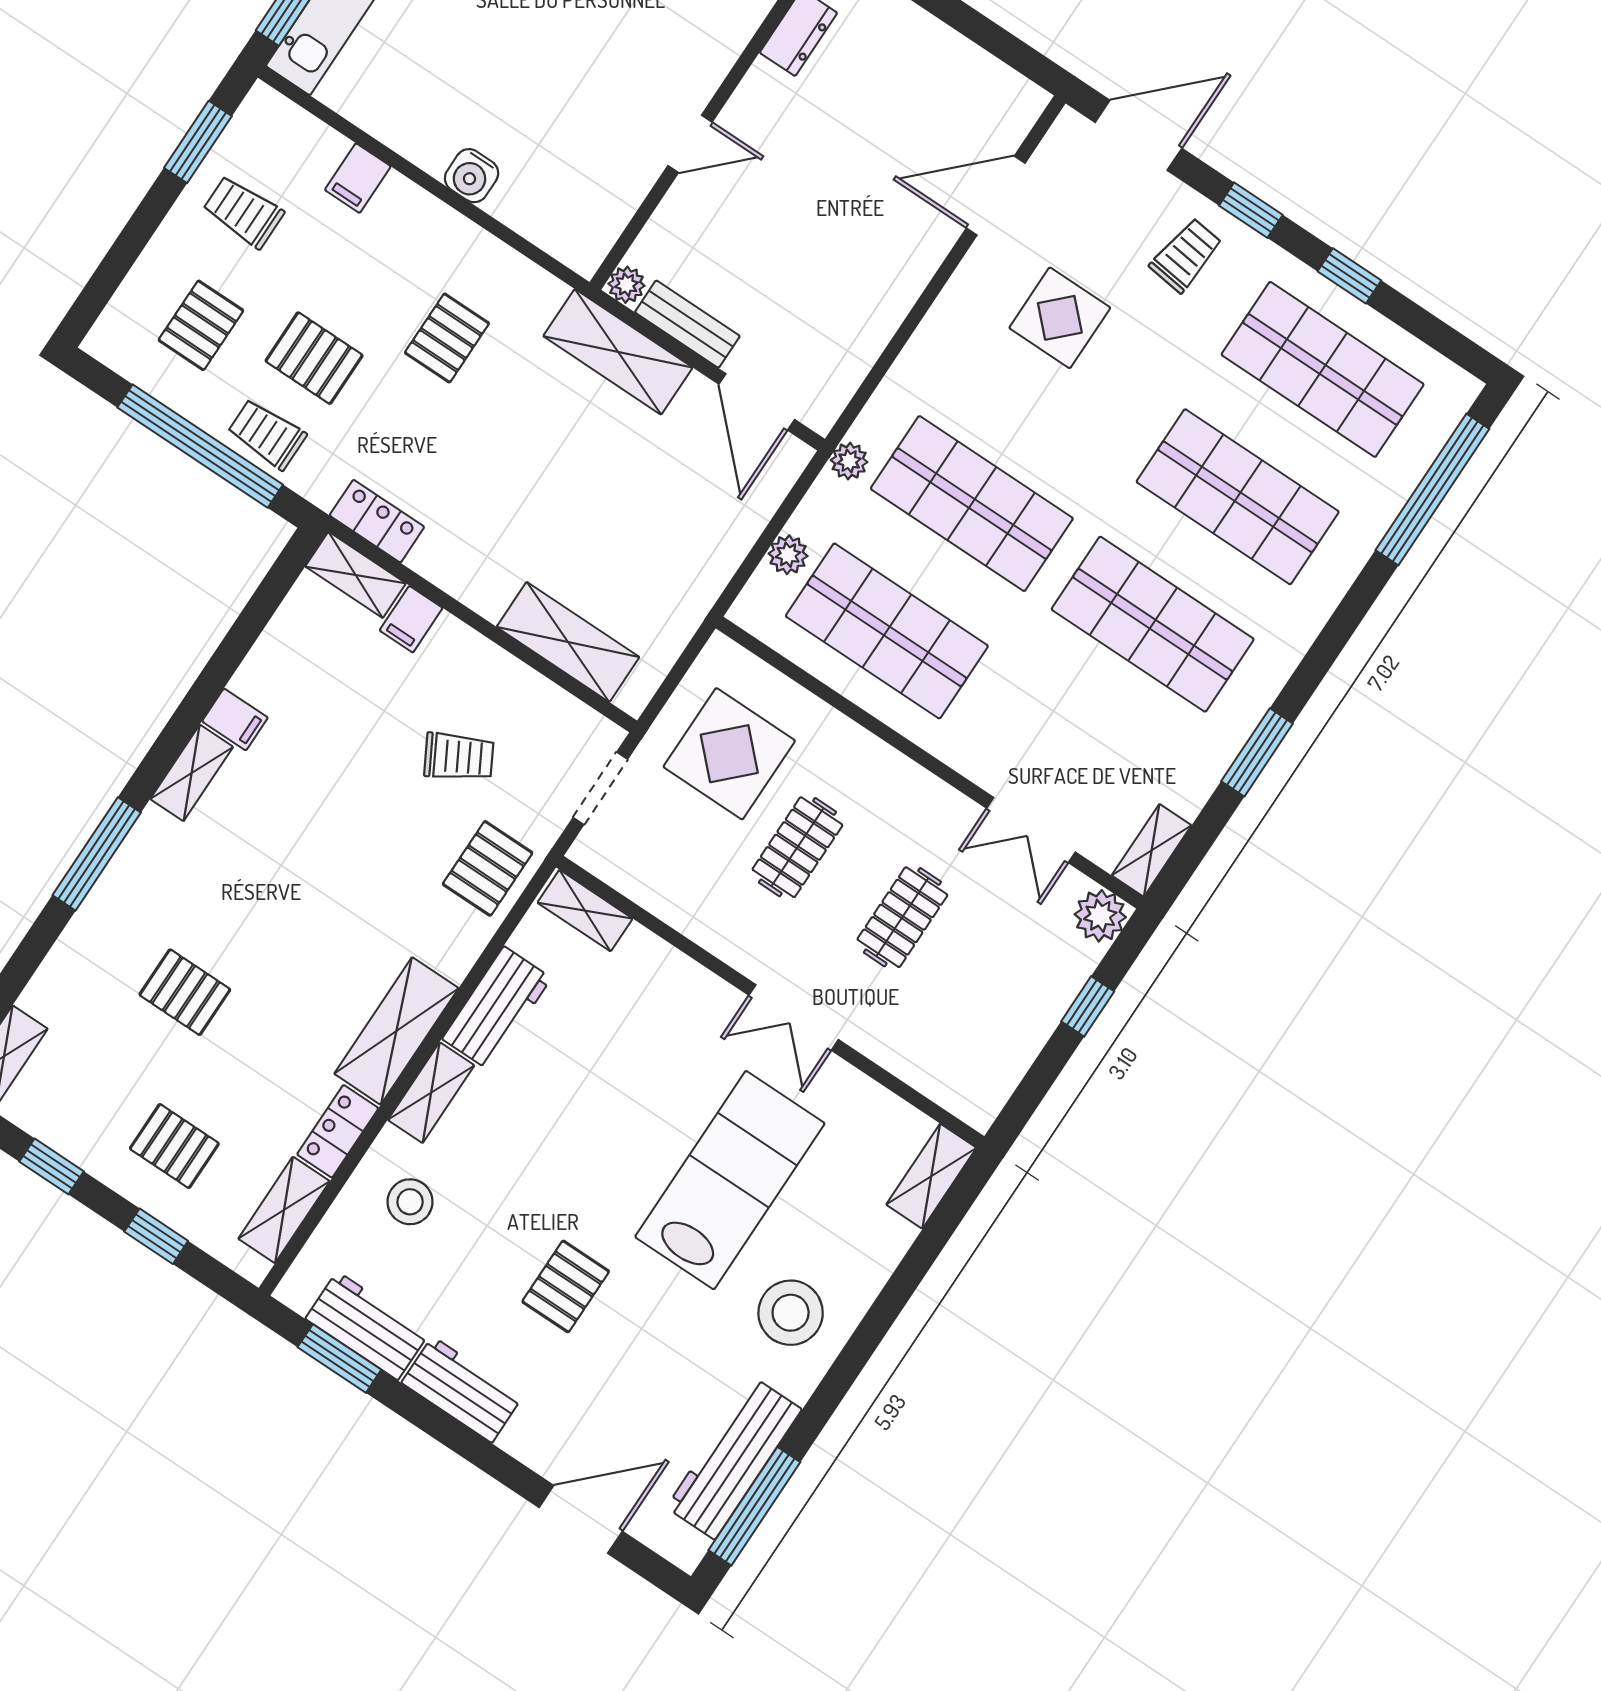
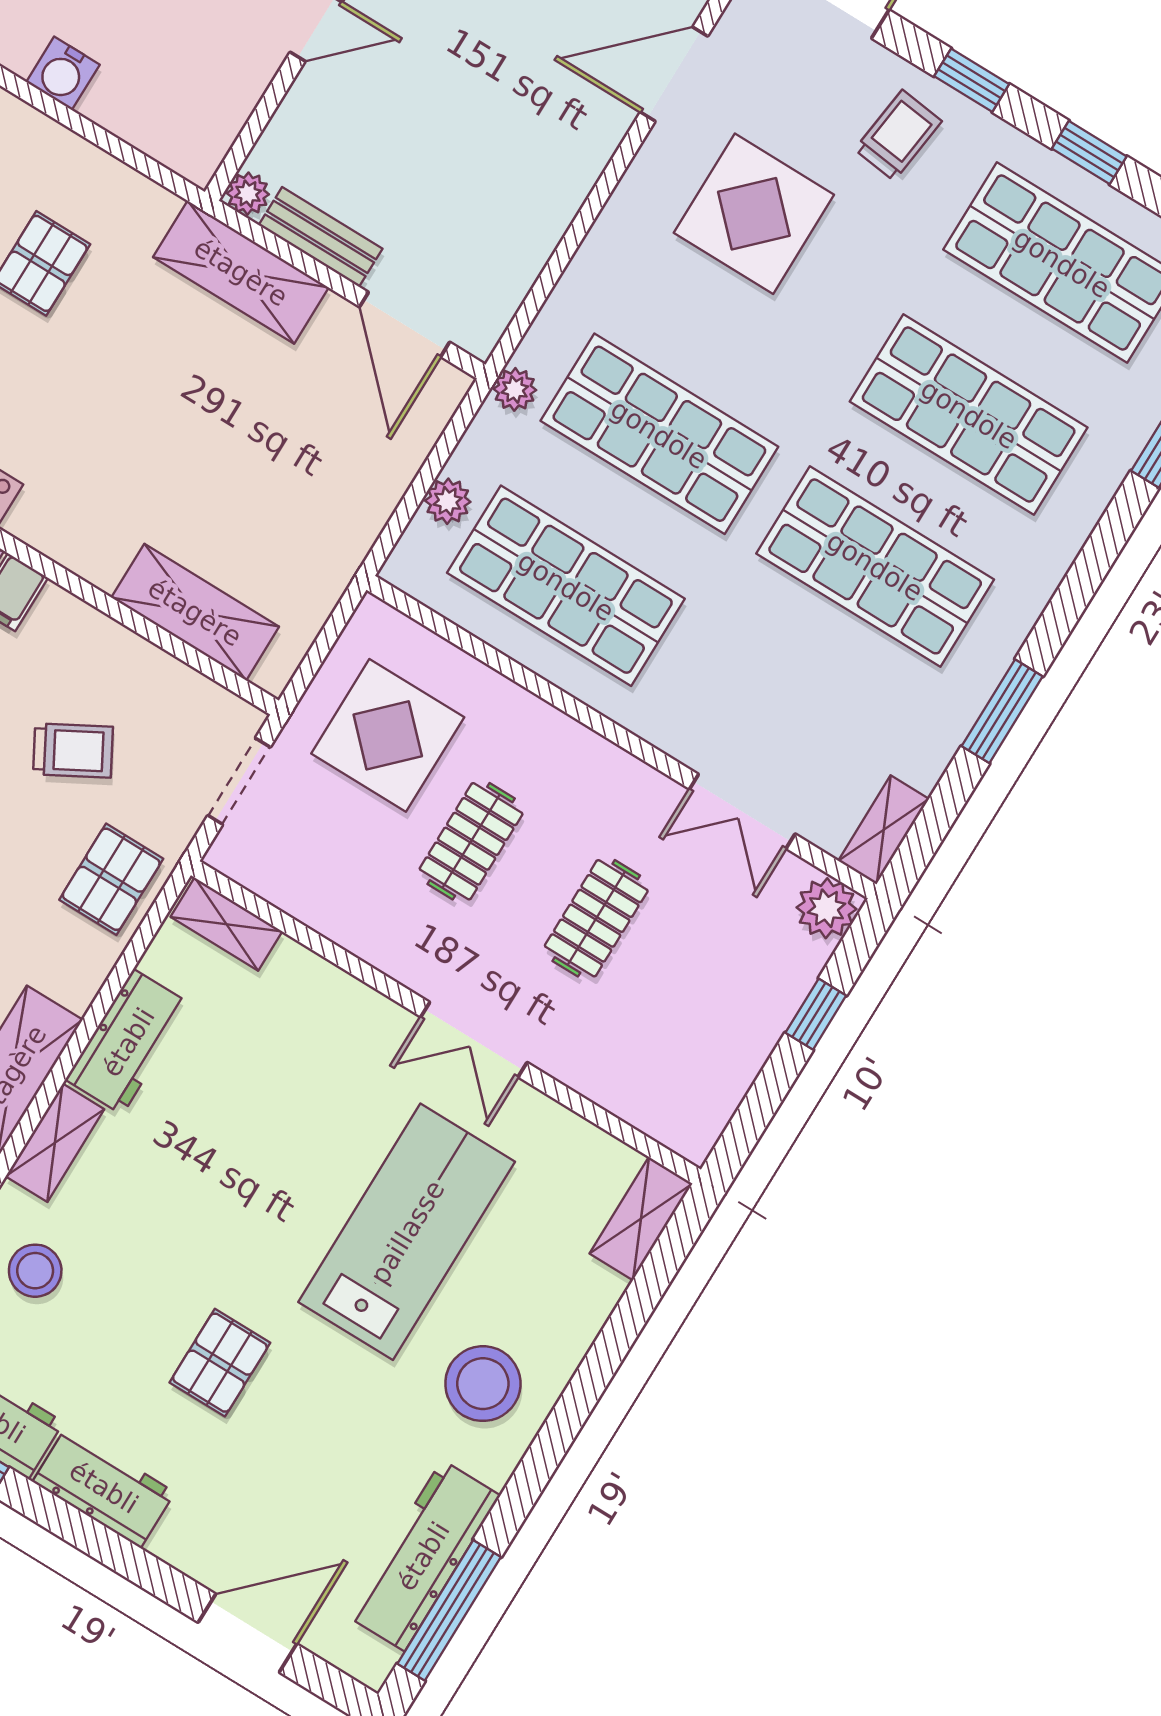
display table: (1060, 318) -> (754, 214), width x1.36, depth x1.36

